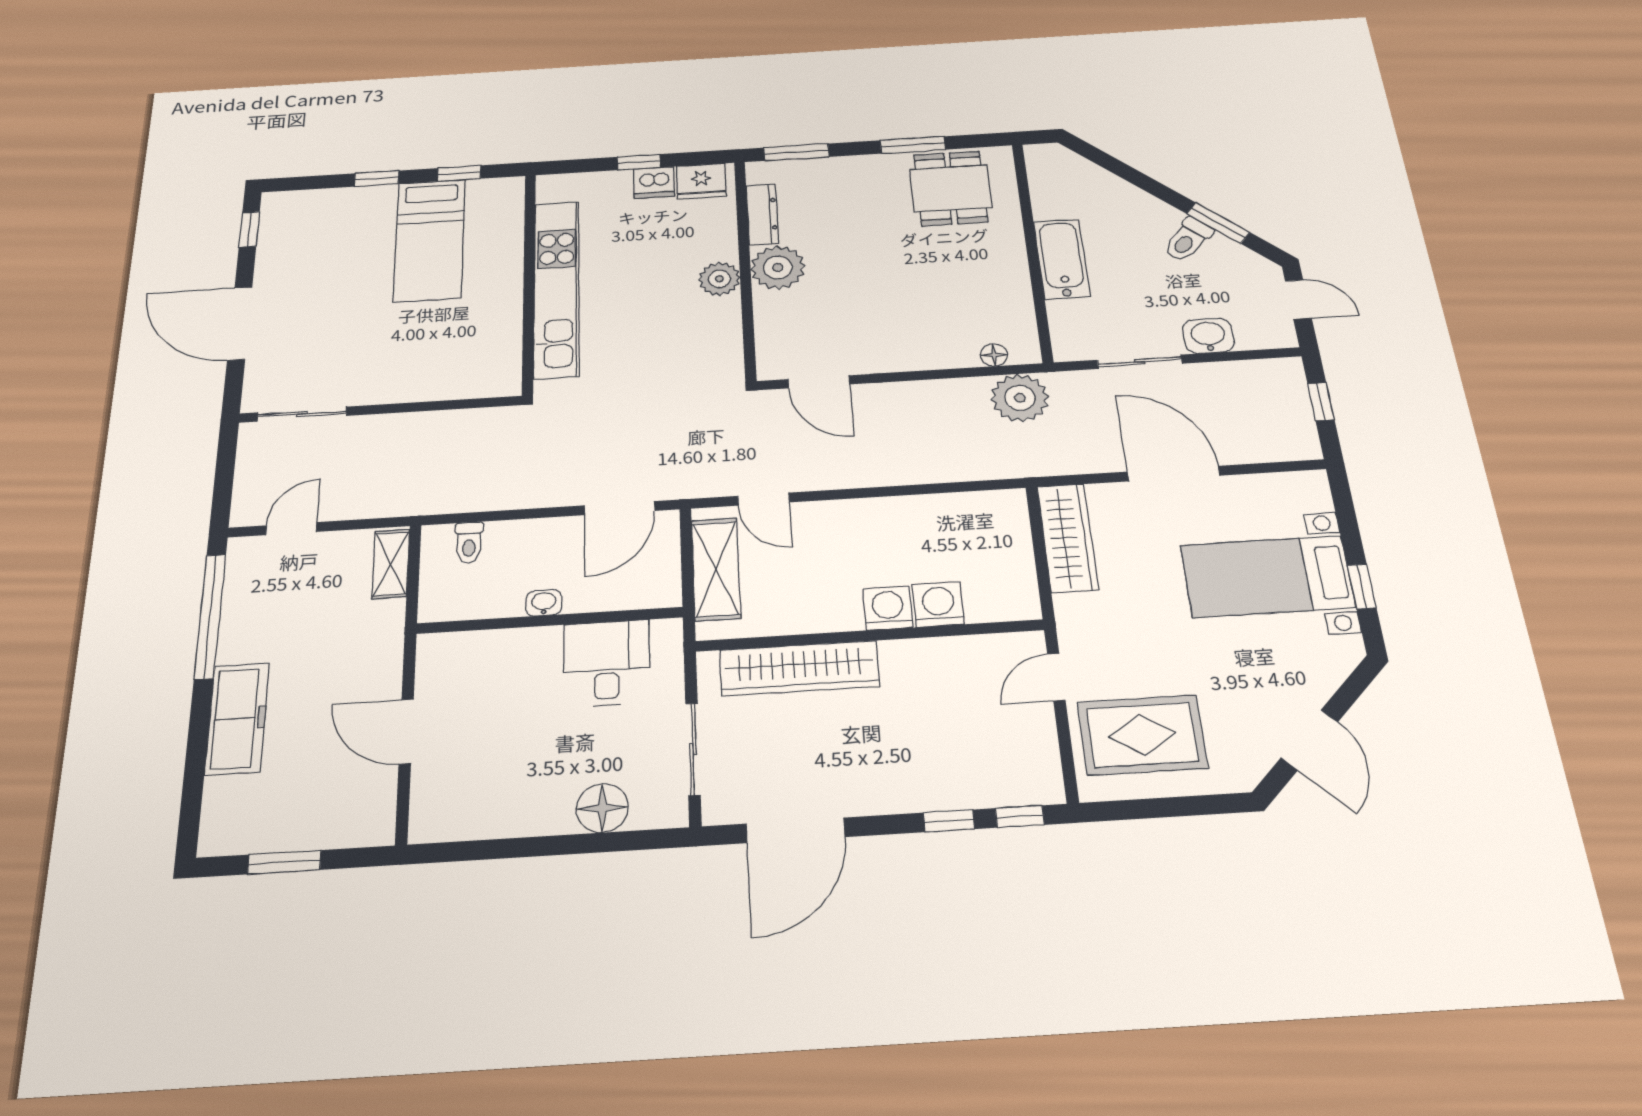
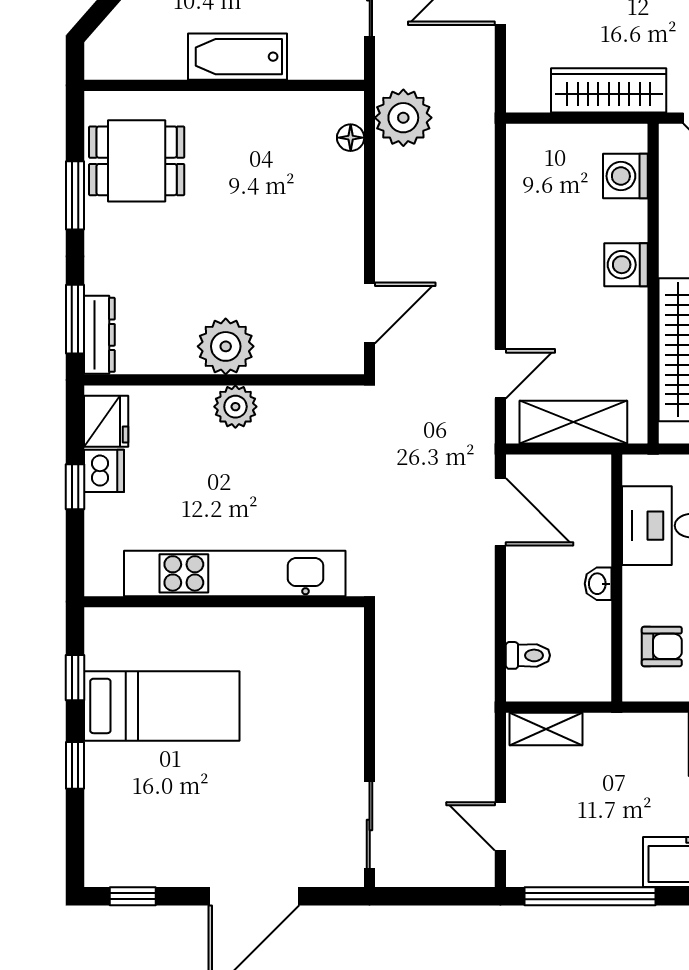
dresser: (762, 214) -> (99, 335), moved, turned 90
wardrobe: (1068, 538) -> (609, 90), moved
washing machine: (938, 604) -> (625, 176), moved
armchair: (475, 669) -> (662, 646), added

